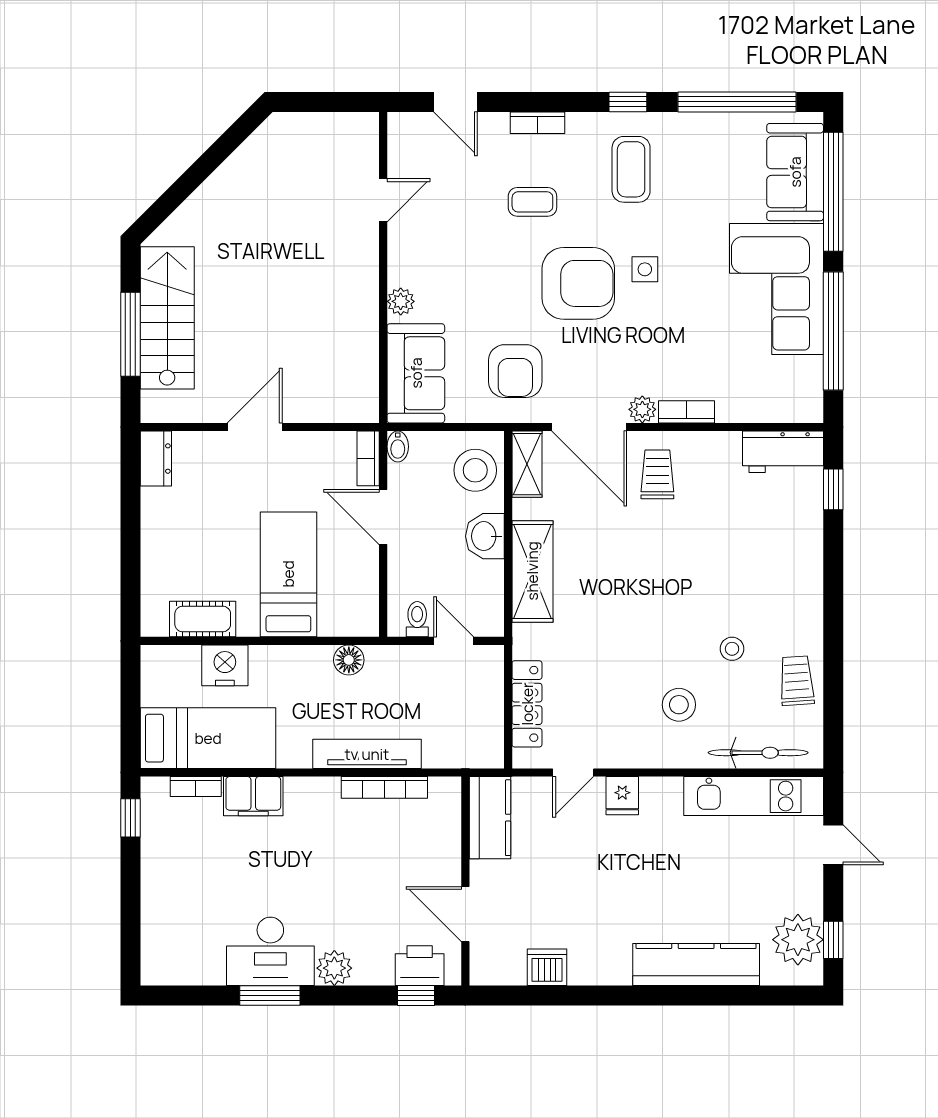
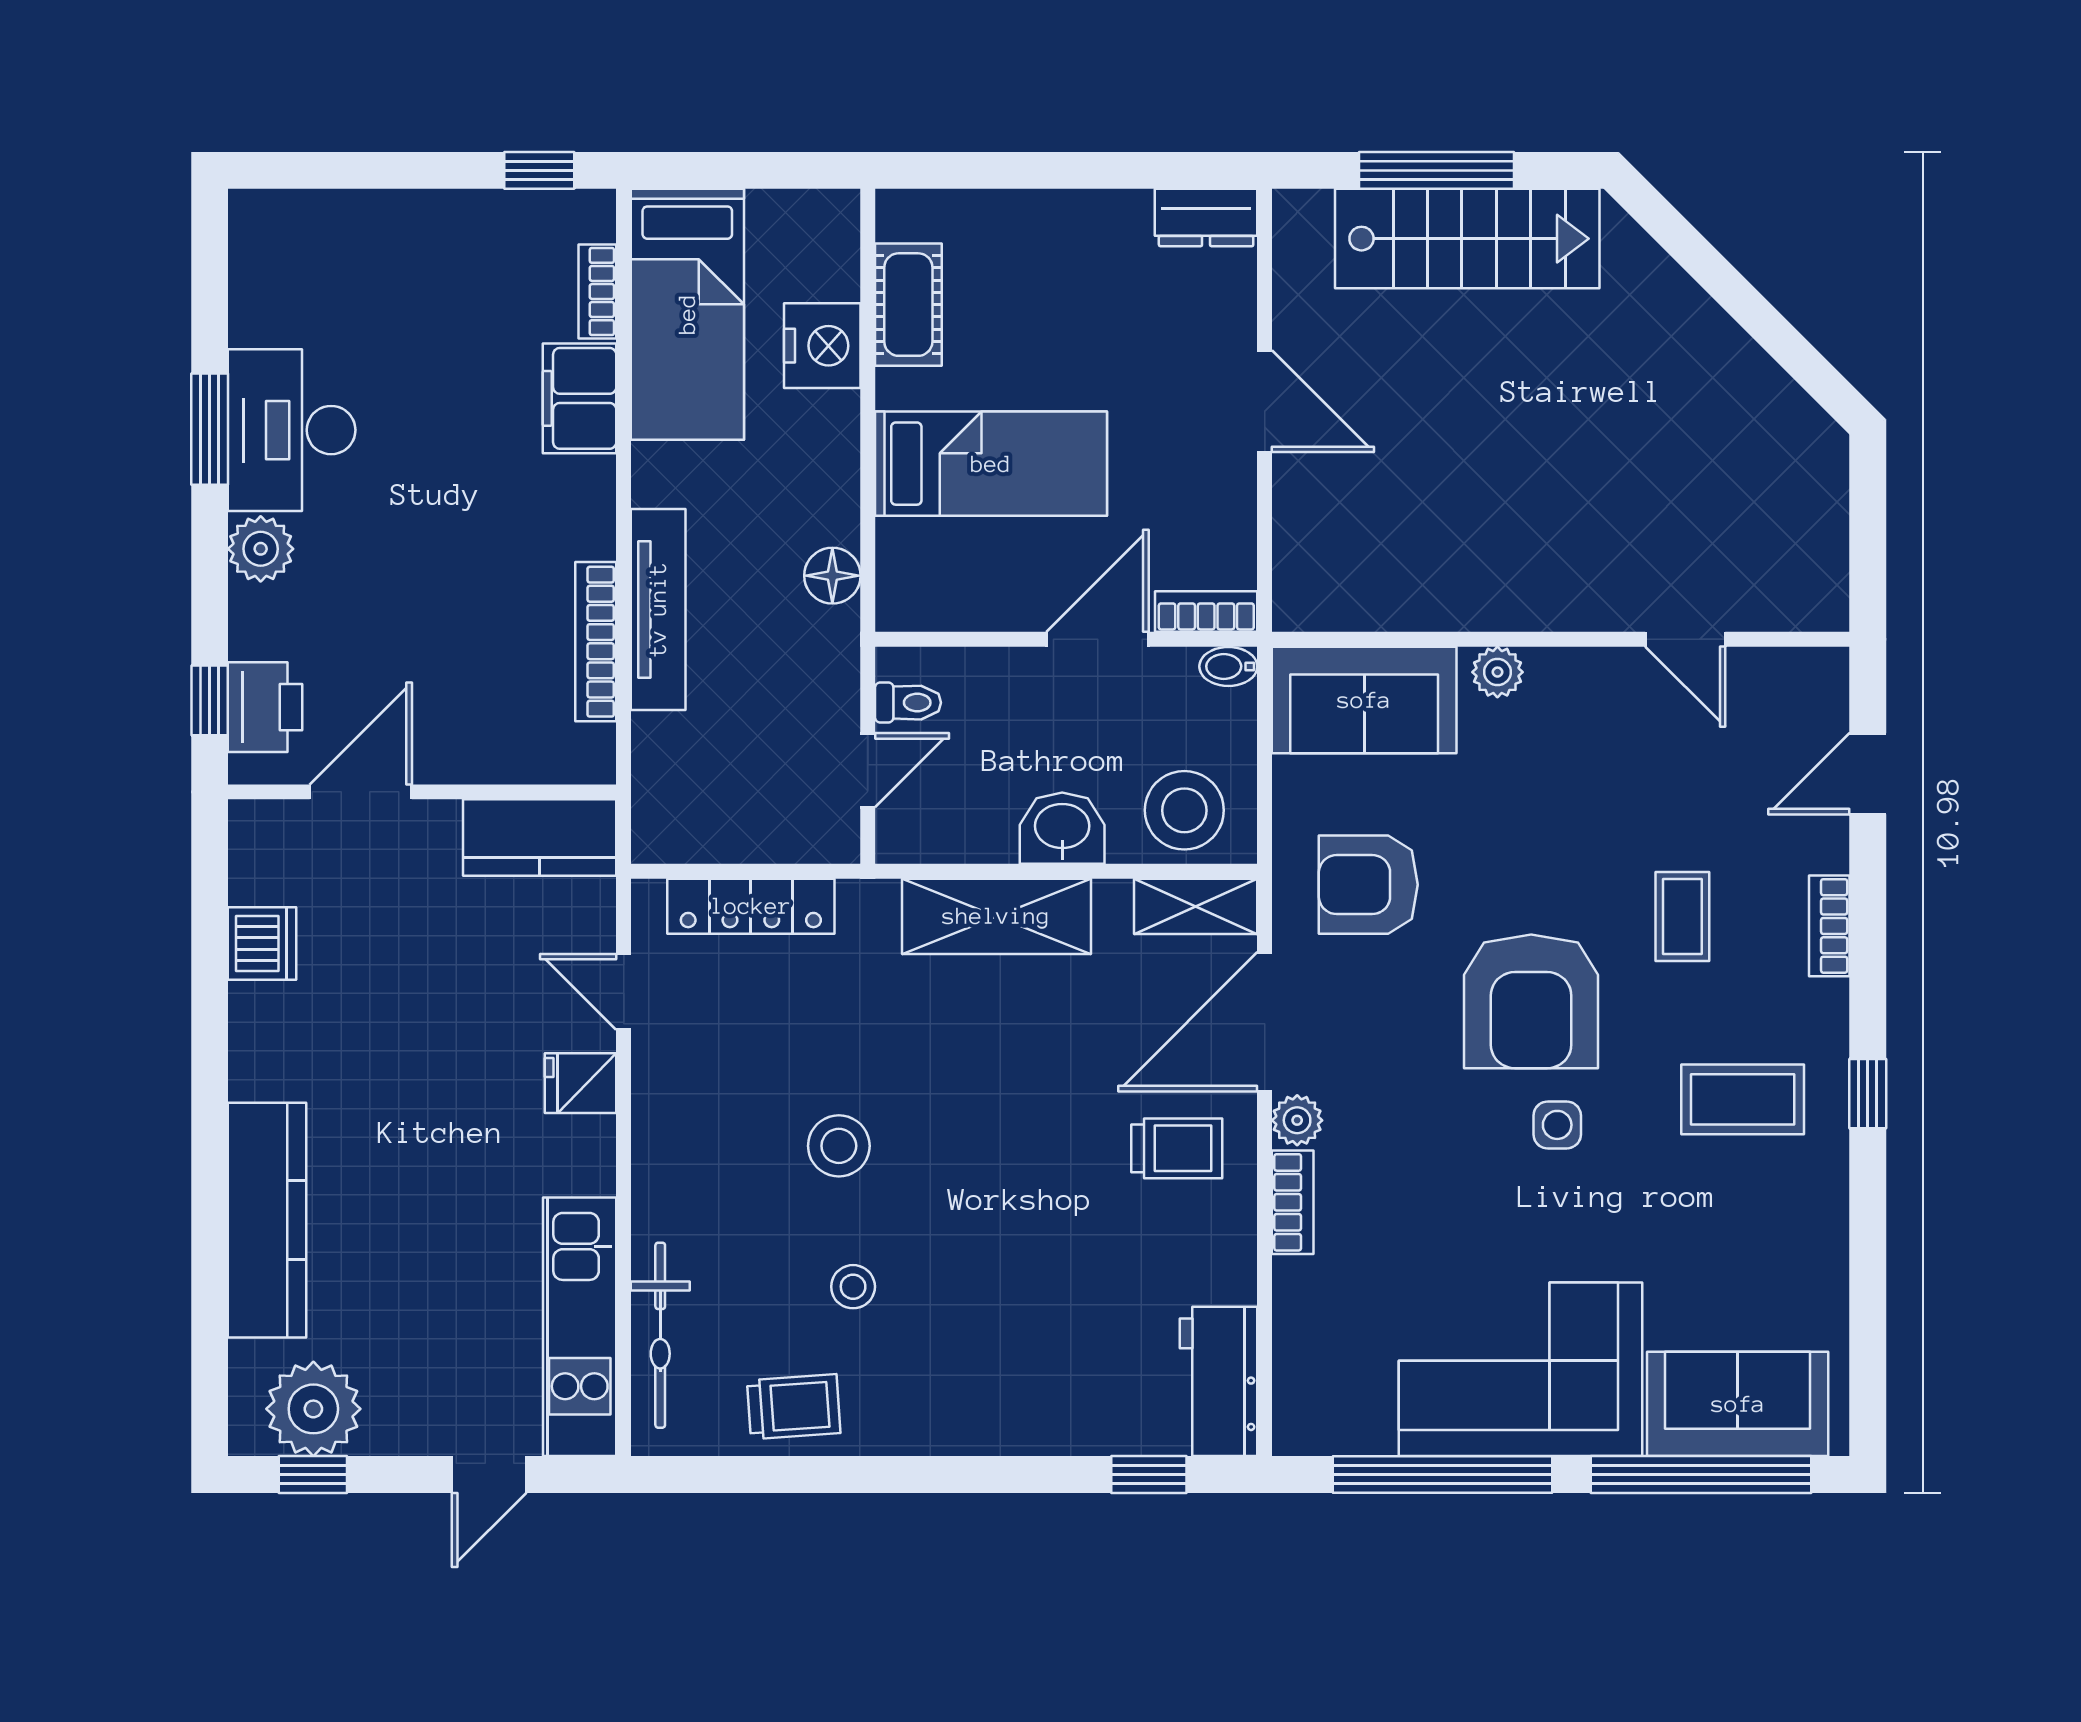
window: (737, 102) -> (1868, 1296), removed
stool: (679, 705) -> (839, 1146), moved

